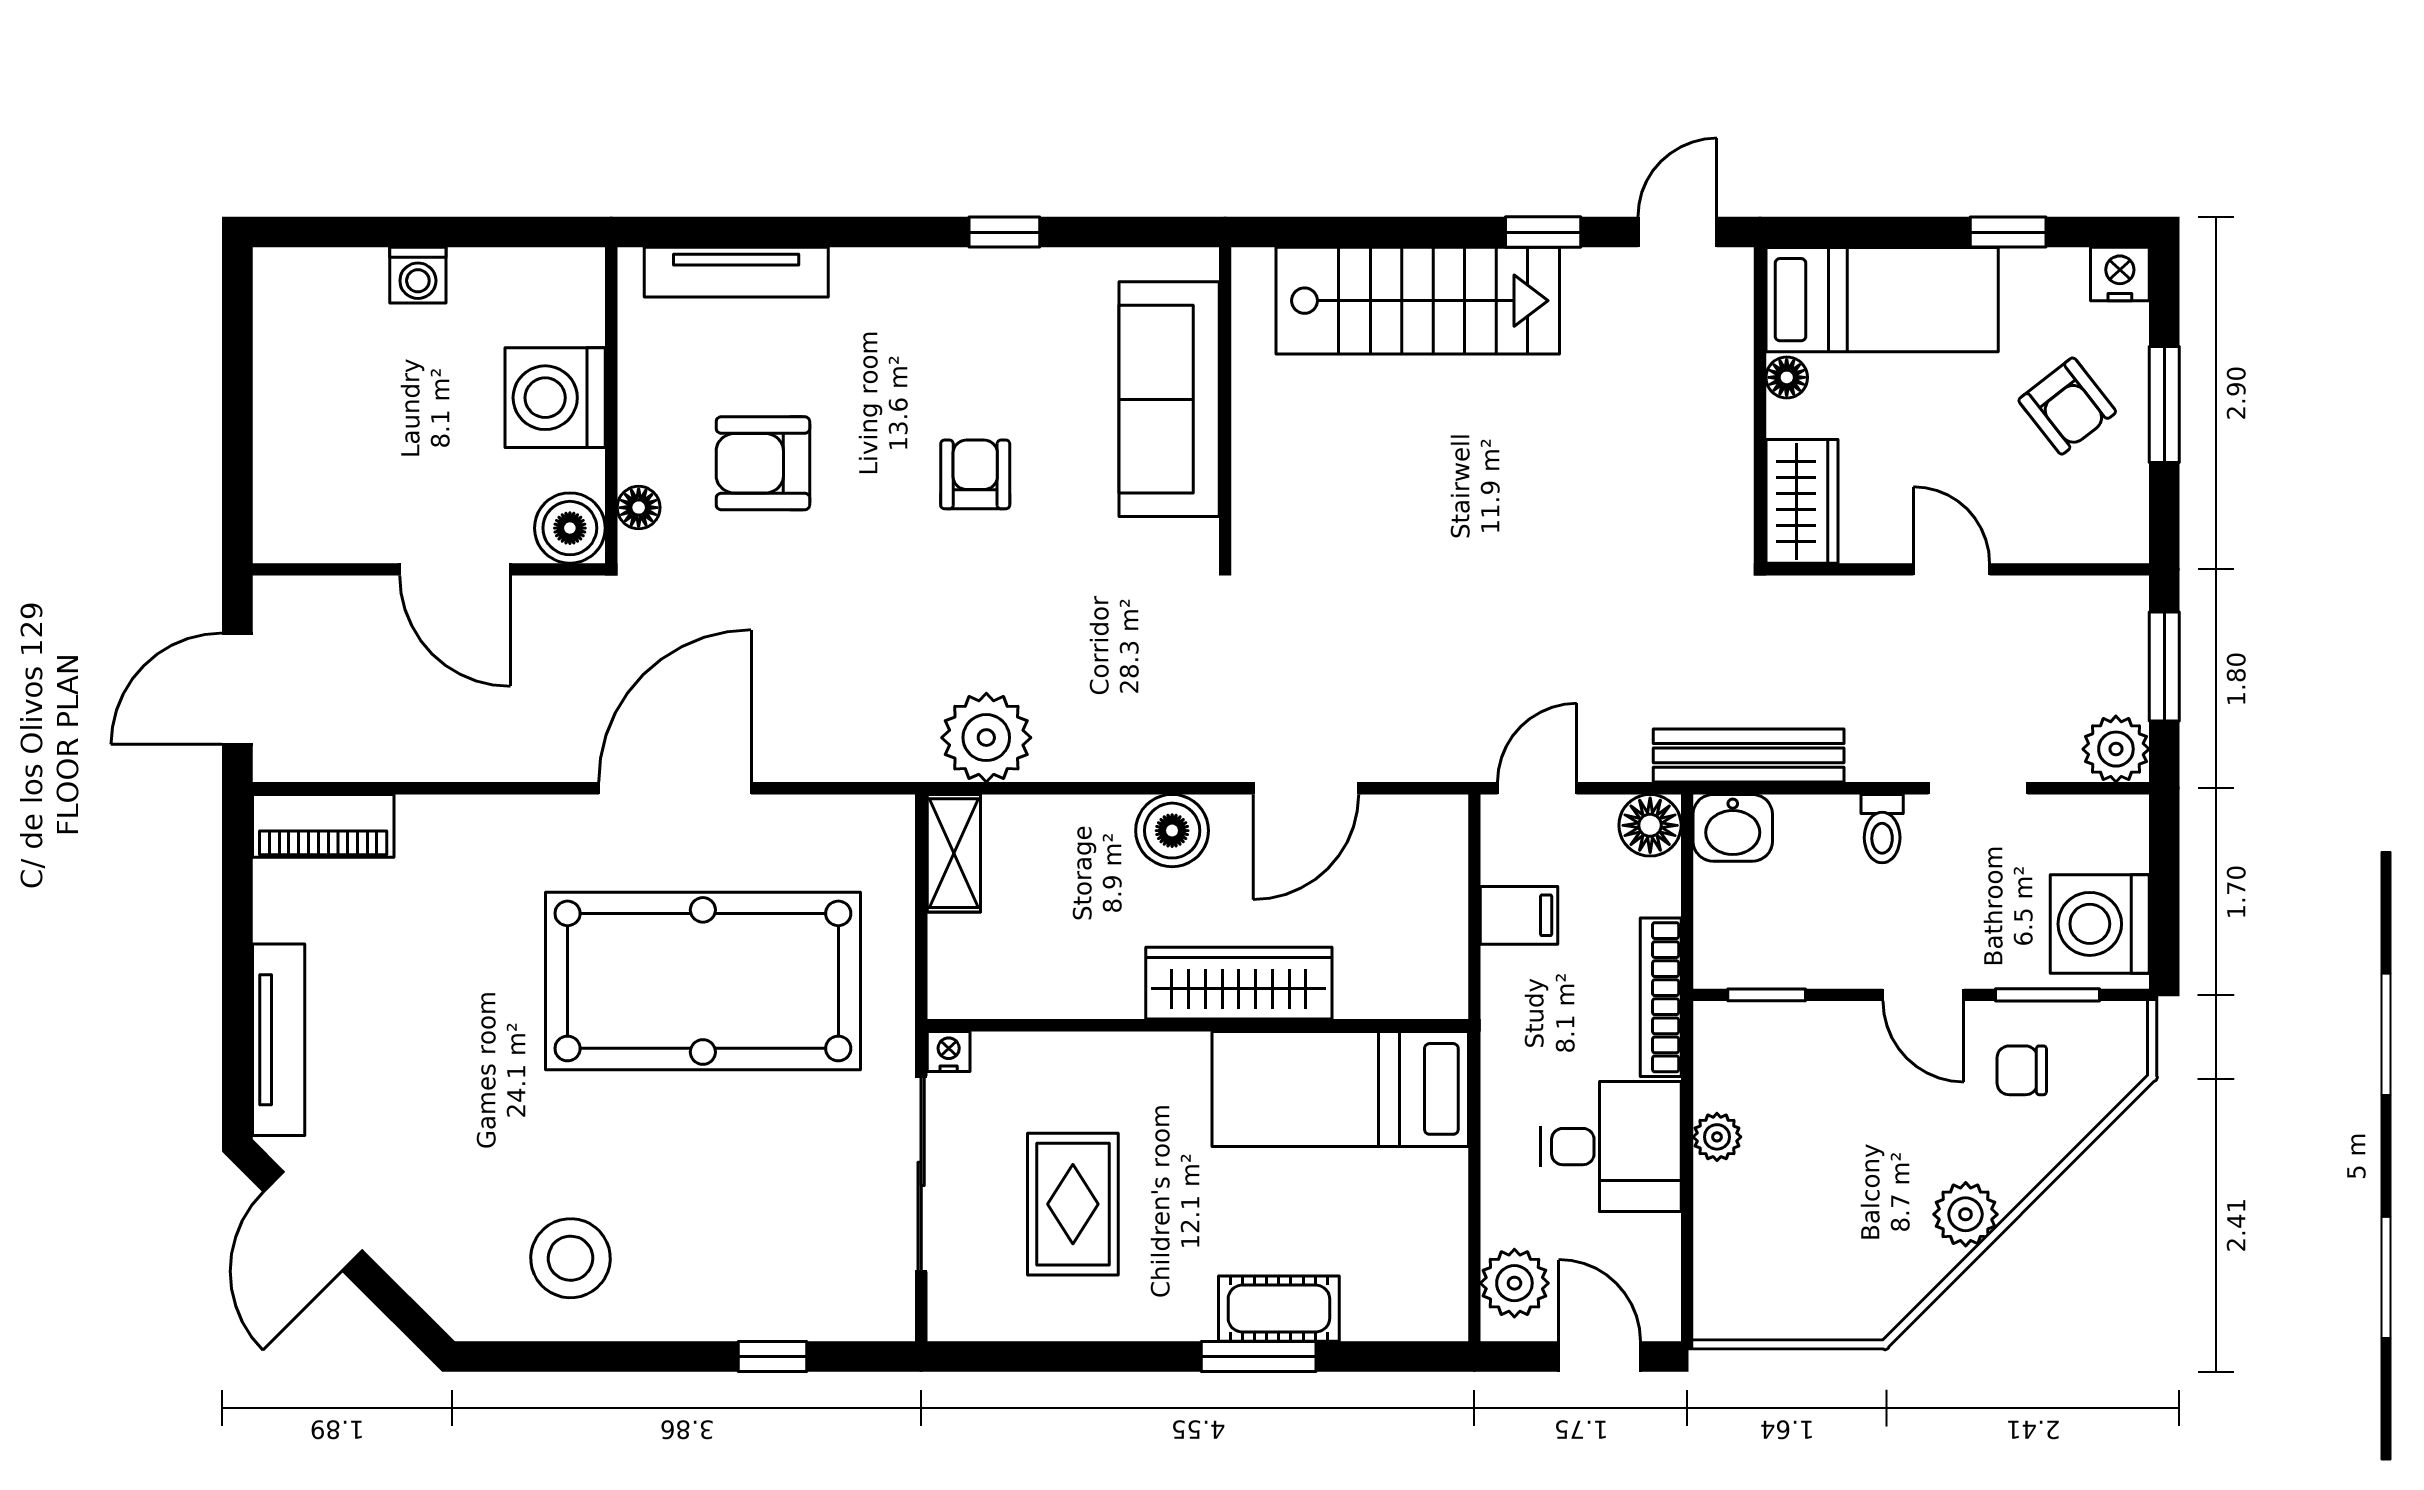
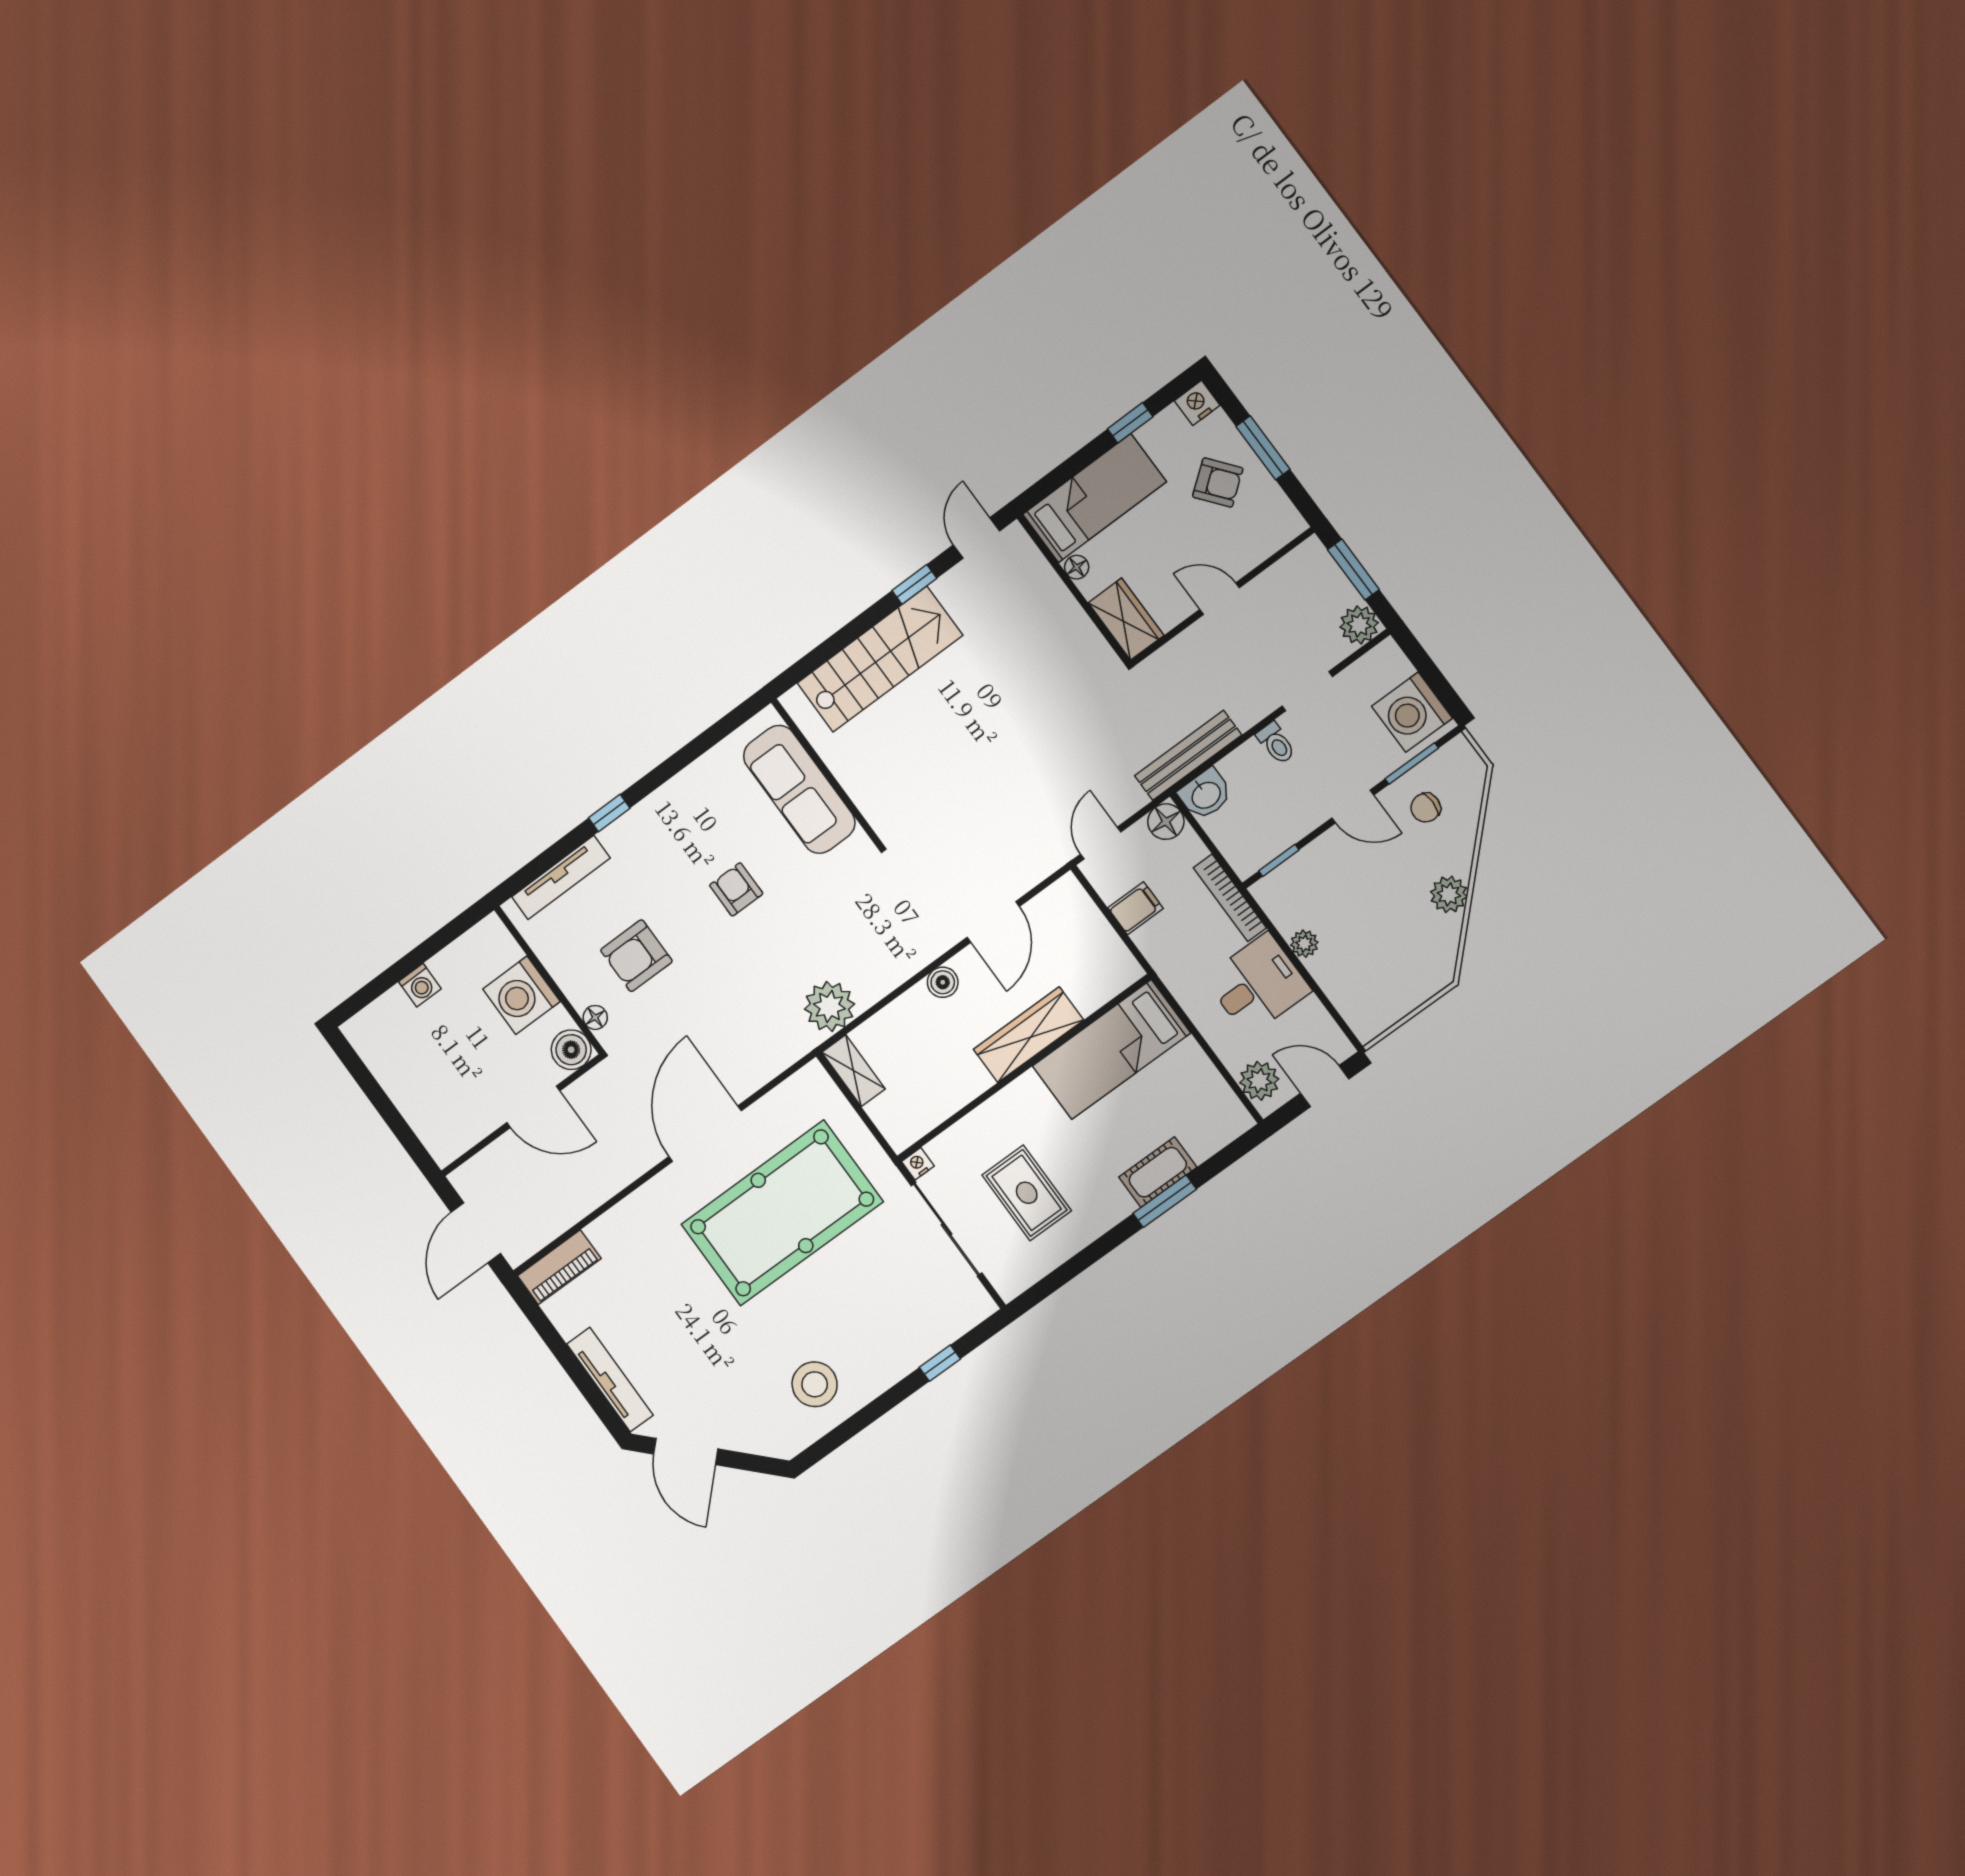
window: (1004, 232) -> (609, 813), moved
boiler: (1172, 831) -> (943, 982), width x0.73, depth x0.73

